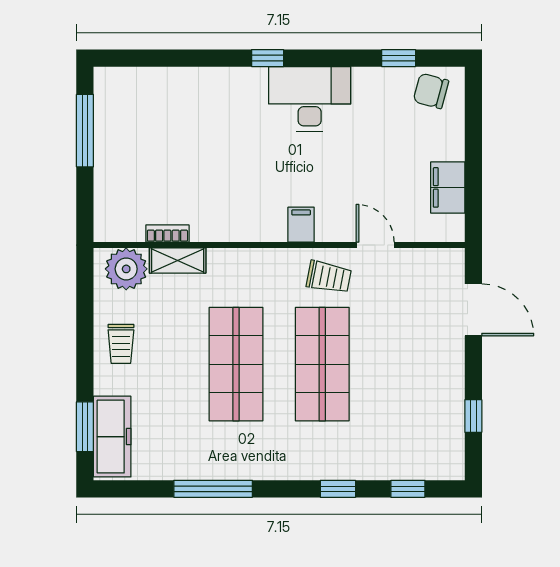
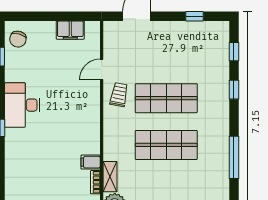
filing cabinet: (301, 225) -> (91, 162), moved

